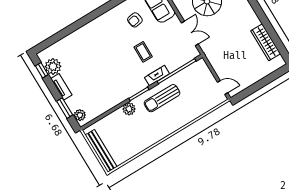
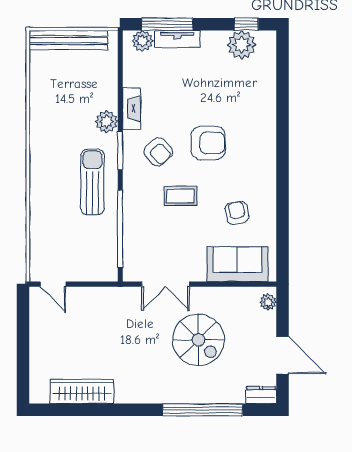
armchair: (110, 54) -> (208, 143), added
armchair: (128, 75) -> (158, 152), added
fireplace: (157, 76) -> (132, 109), moved
tv unit: (61, 87) -> (177, 39), moved
door: (223, 87) -> (53, 284), hinge flipped
window: (65, 108) -> (167, 24), width x1.44

